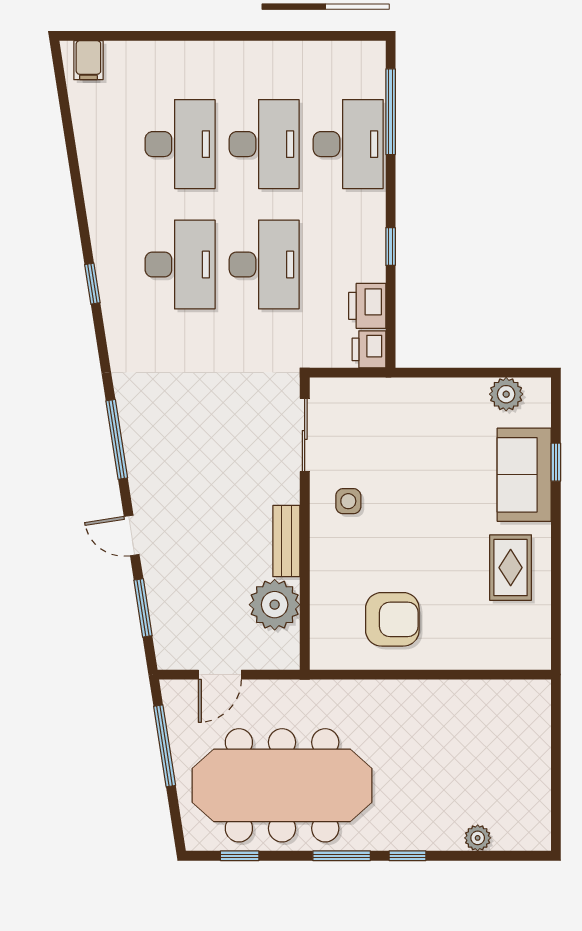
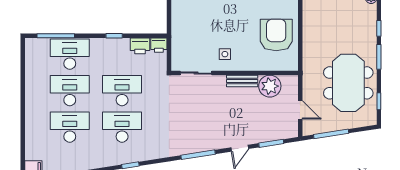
armchair: (392, 619) -> (276, 35), width x1.36, depth x1.36
meeting table: (282, 785) -> (348, 83), width x0.73

